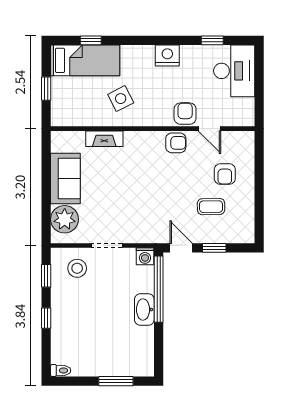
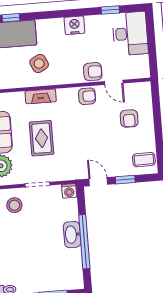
armchair: (185, 114) -> (93, 72), turned 90
fireplace: (104, 139) -> (41, 96), moved
rug: (116, 190) -> (42, 138), added
coffee table: (211, 207) -> (144, 160), moved
window: (159, 289) -> (84, 242), moved

